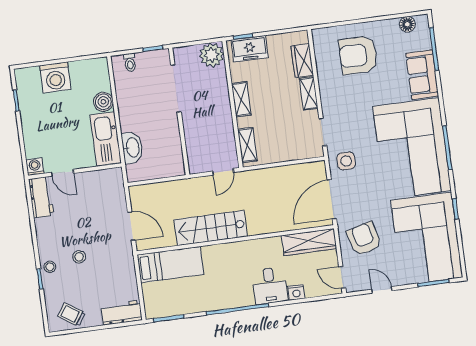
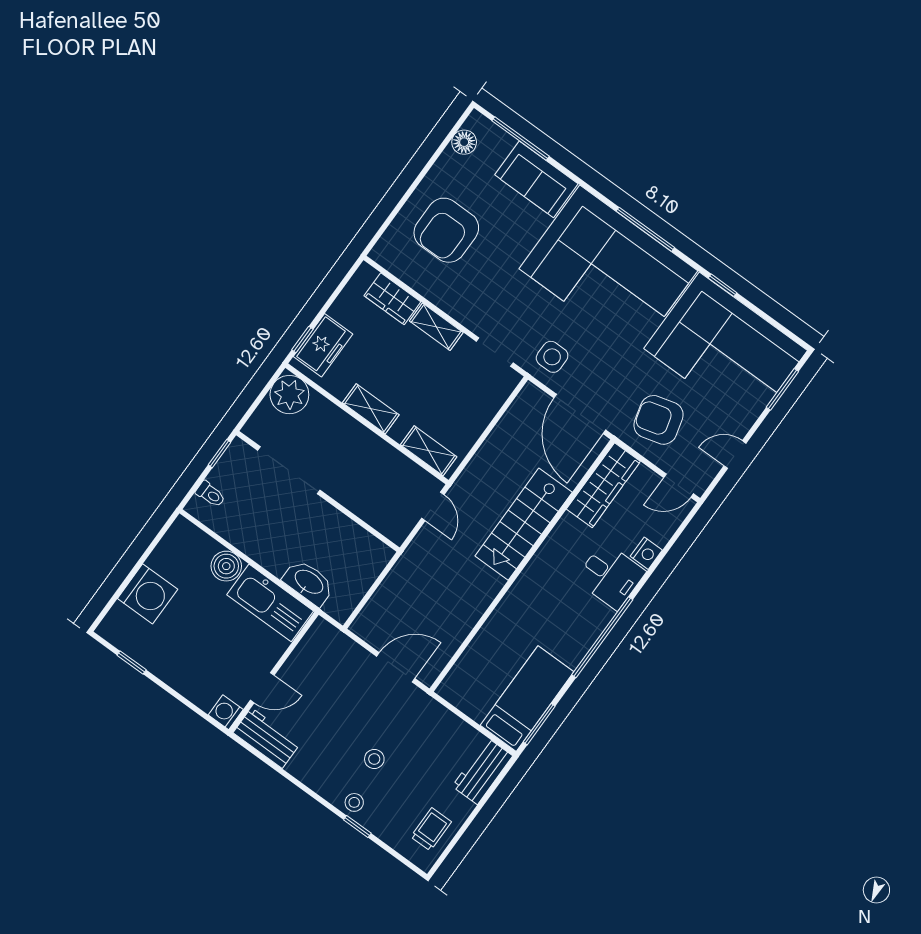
stairs: (211, 228) -> (524, 524), moved
bed: (170, 265) -> (527, 699), moved
trolley: (71, 315) -> (431, 829), turned 146

